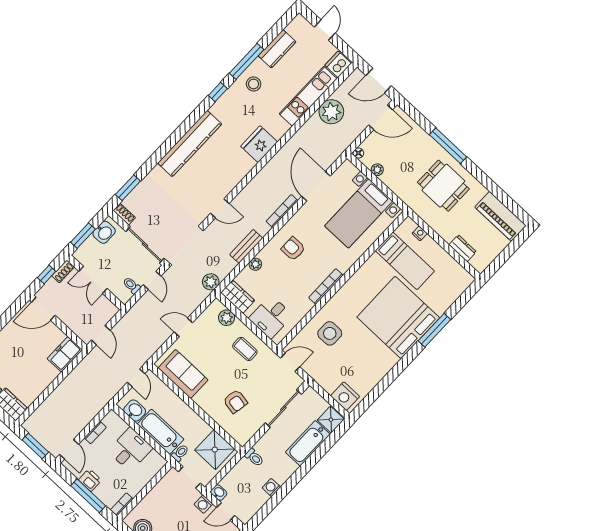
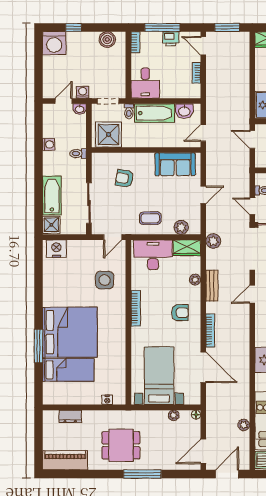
plant: (331, 112) -> (244, 425), width x0.53, depth x0.53
bed: (405, 261) -> (68, 370), moved, turned 180
desk: (271, 317) -> (153, 255), width x1.37
door: (136, 378) -> (203, 133), hinge flipped
desk: (130, 450) -> (145, 83), moved

